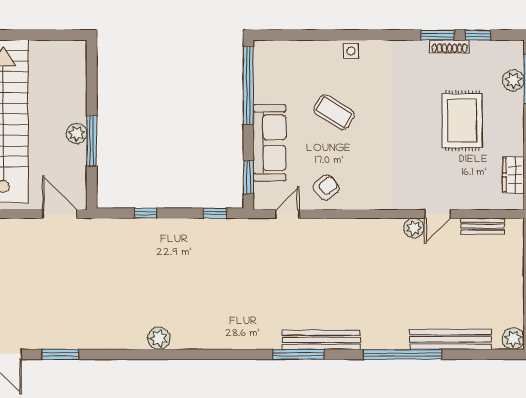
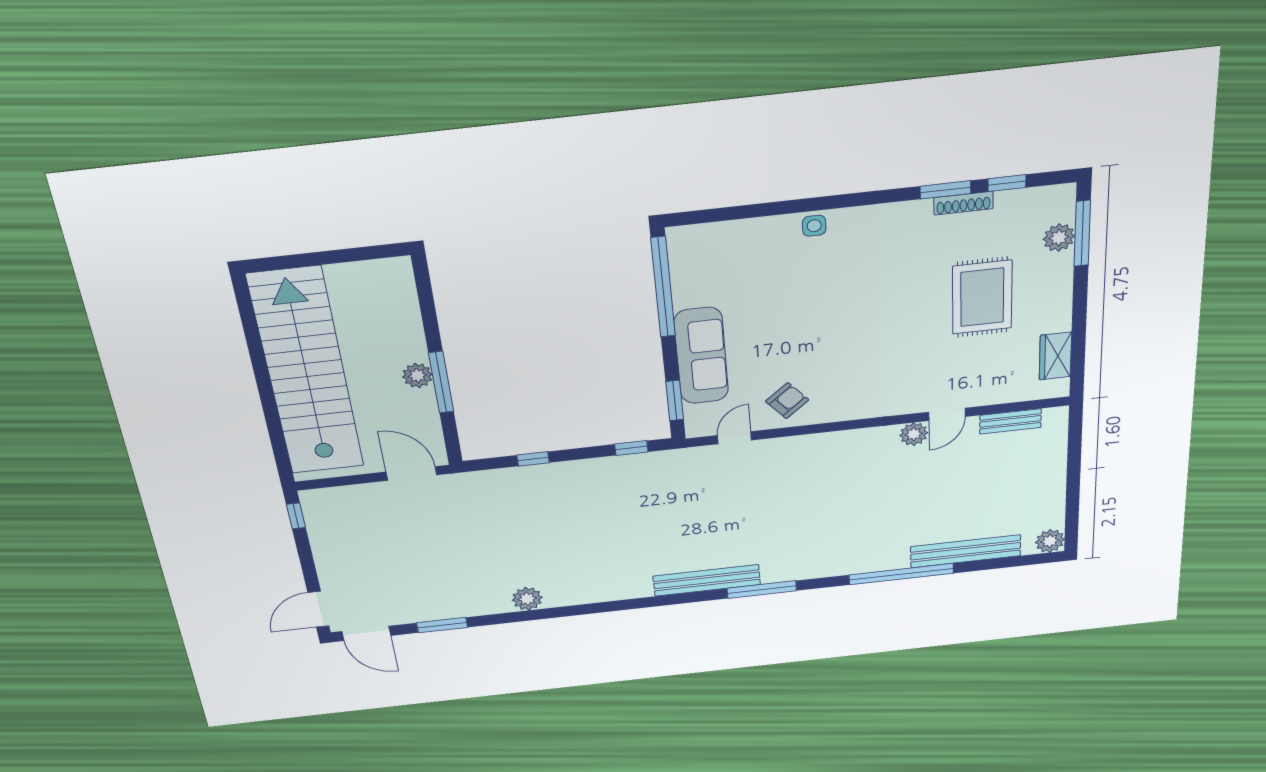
coffee table: (334, 112) -> (793, 308), removed
plant: (159, 338) -> (527, 599), moved
bench: (321, 340) -> (707, 580), moved

